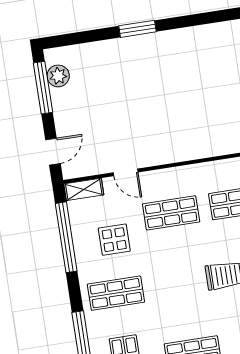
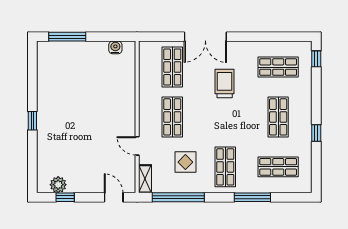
window: (137, 29) -> (32, 121), width x0.67
window: (43, 88) -> (65, 197), width x0.46
door: (126, 172) -> (137, 146), swing flipped

